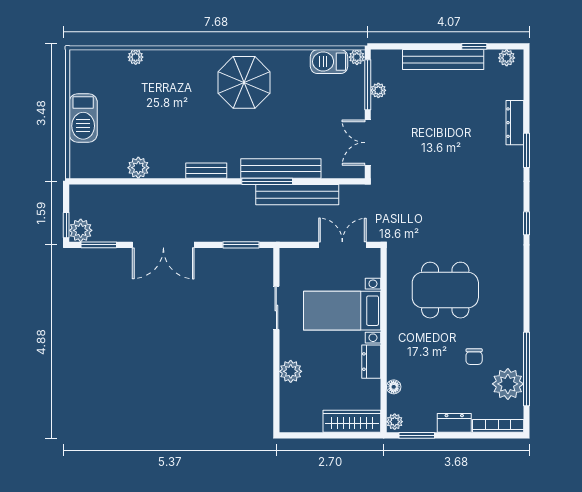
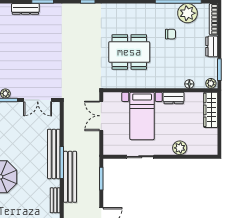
bench: (297, 195) -> (70, 177), moved
dining table: (445, 290) -> (129, 52), turned 90

